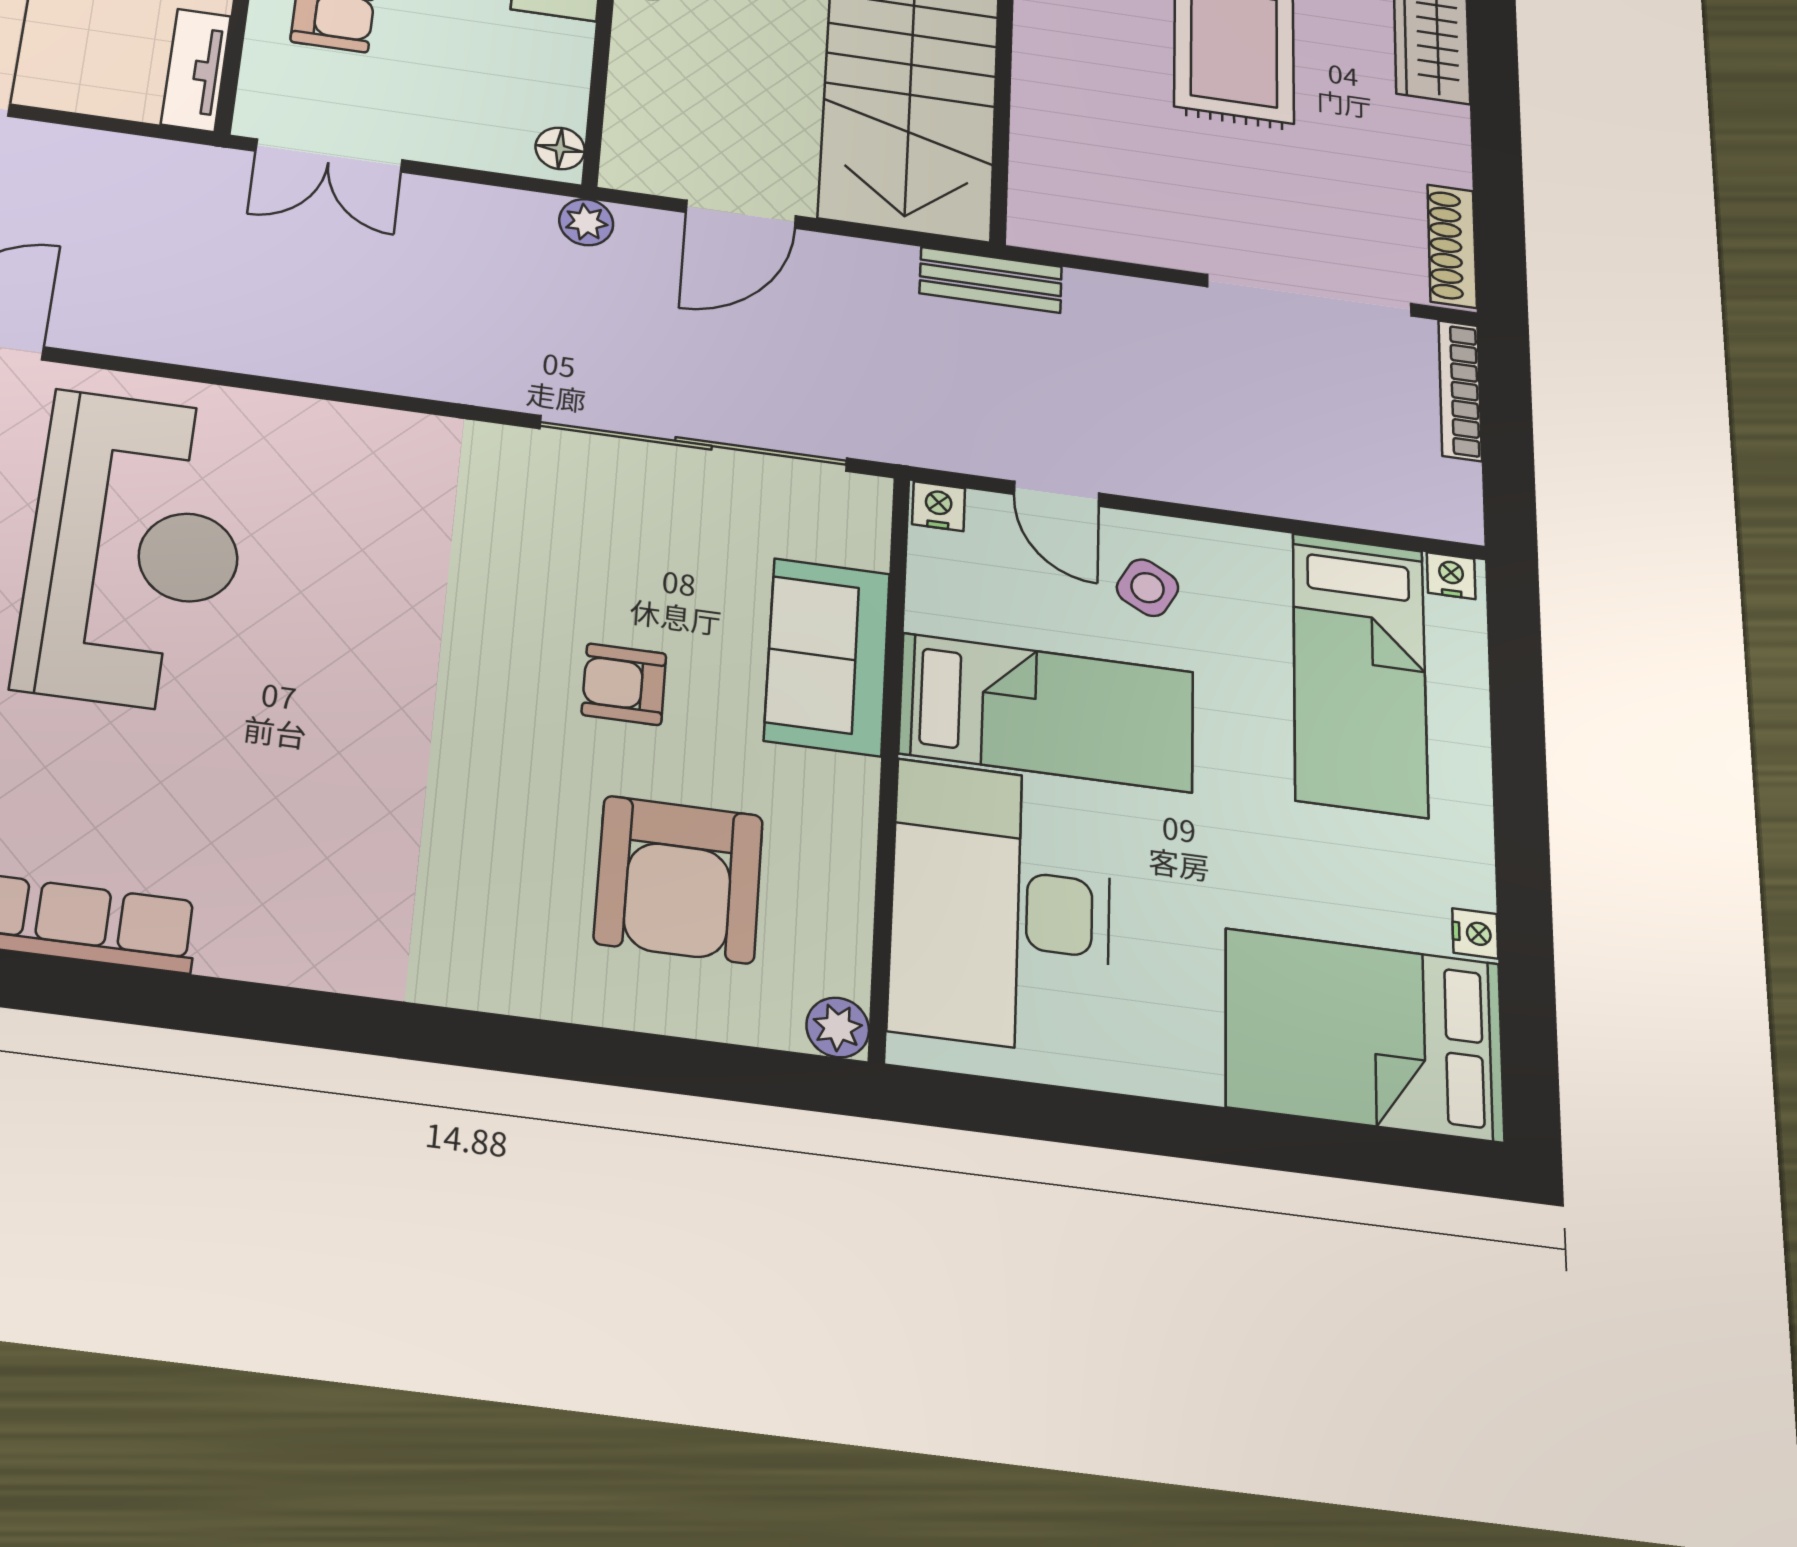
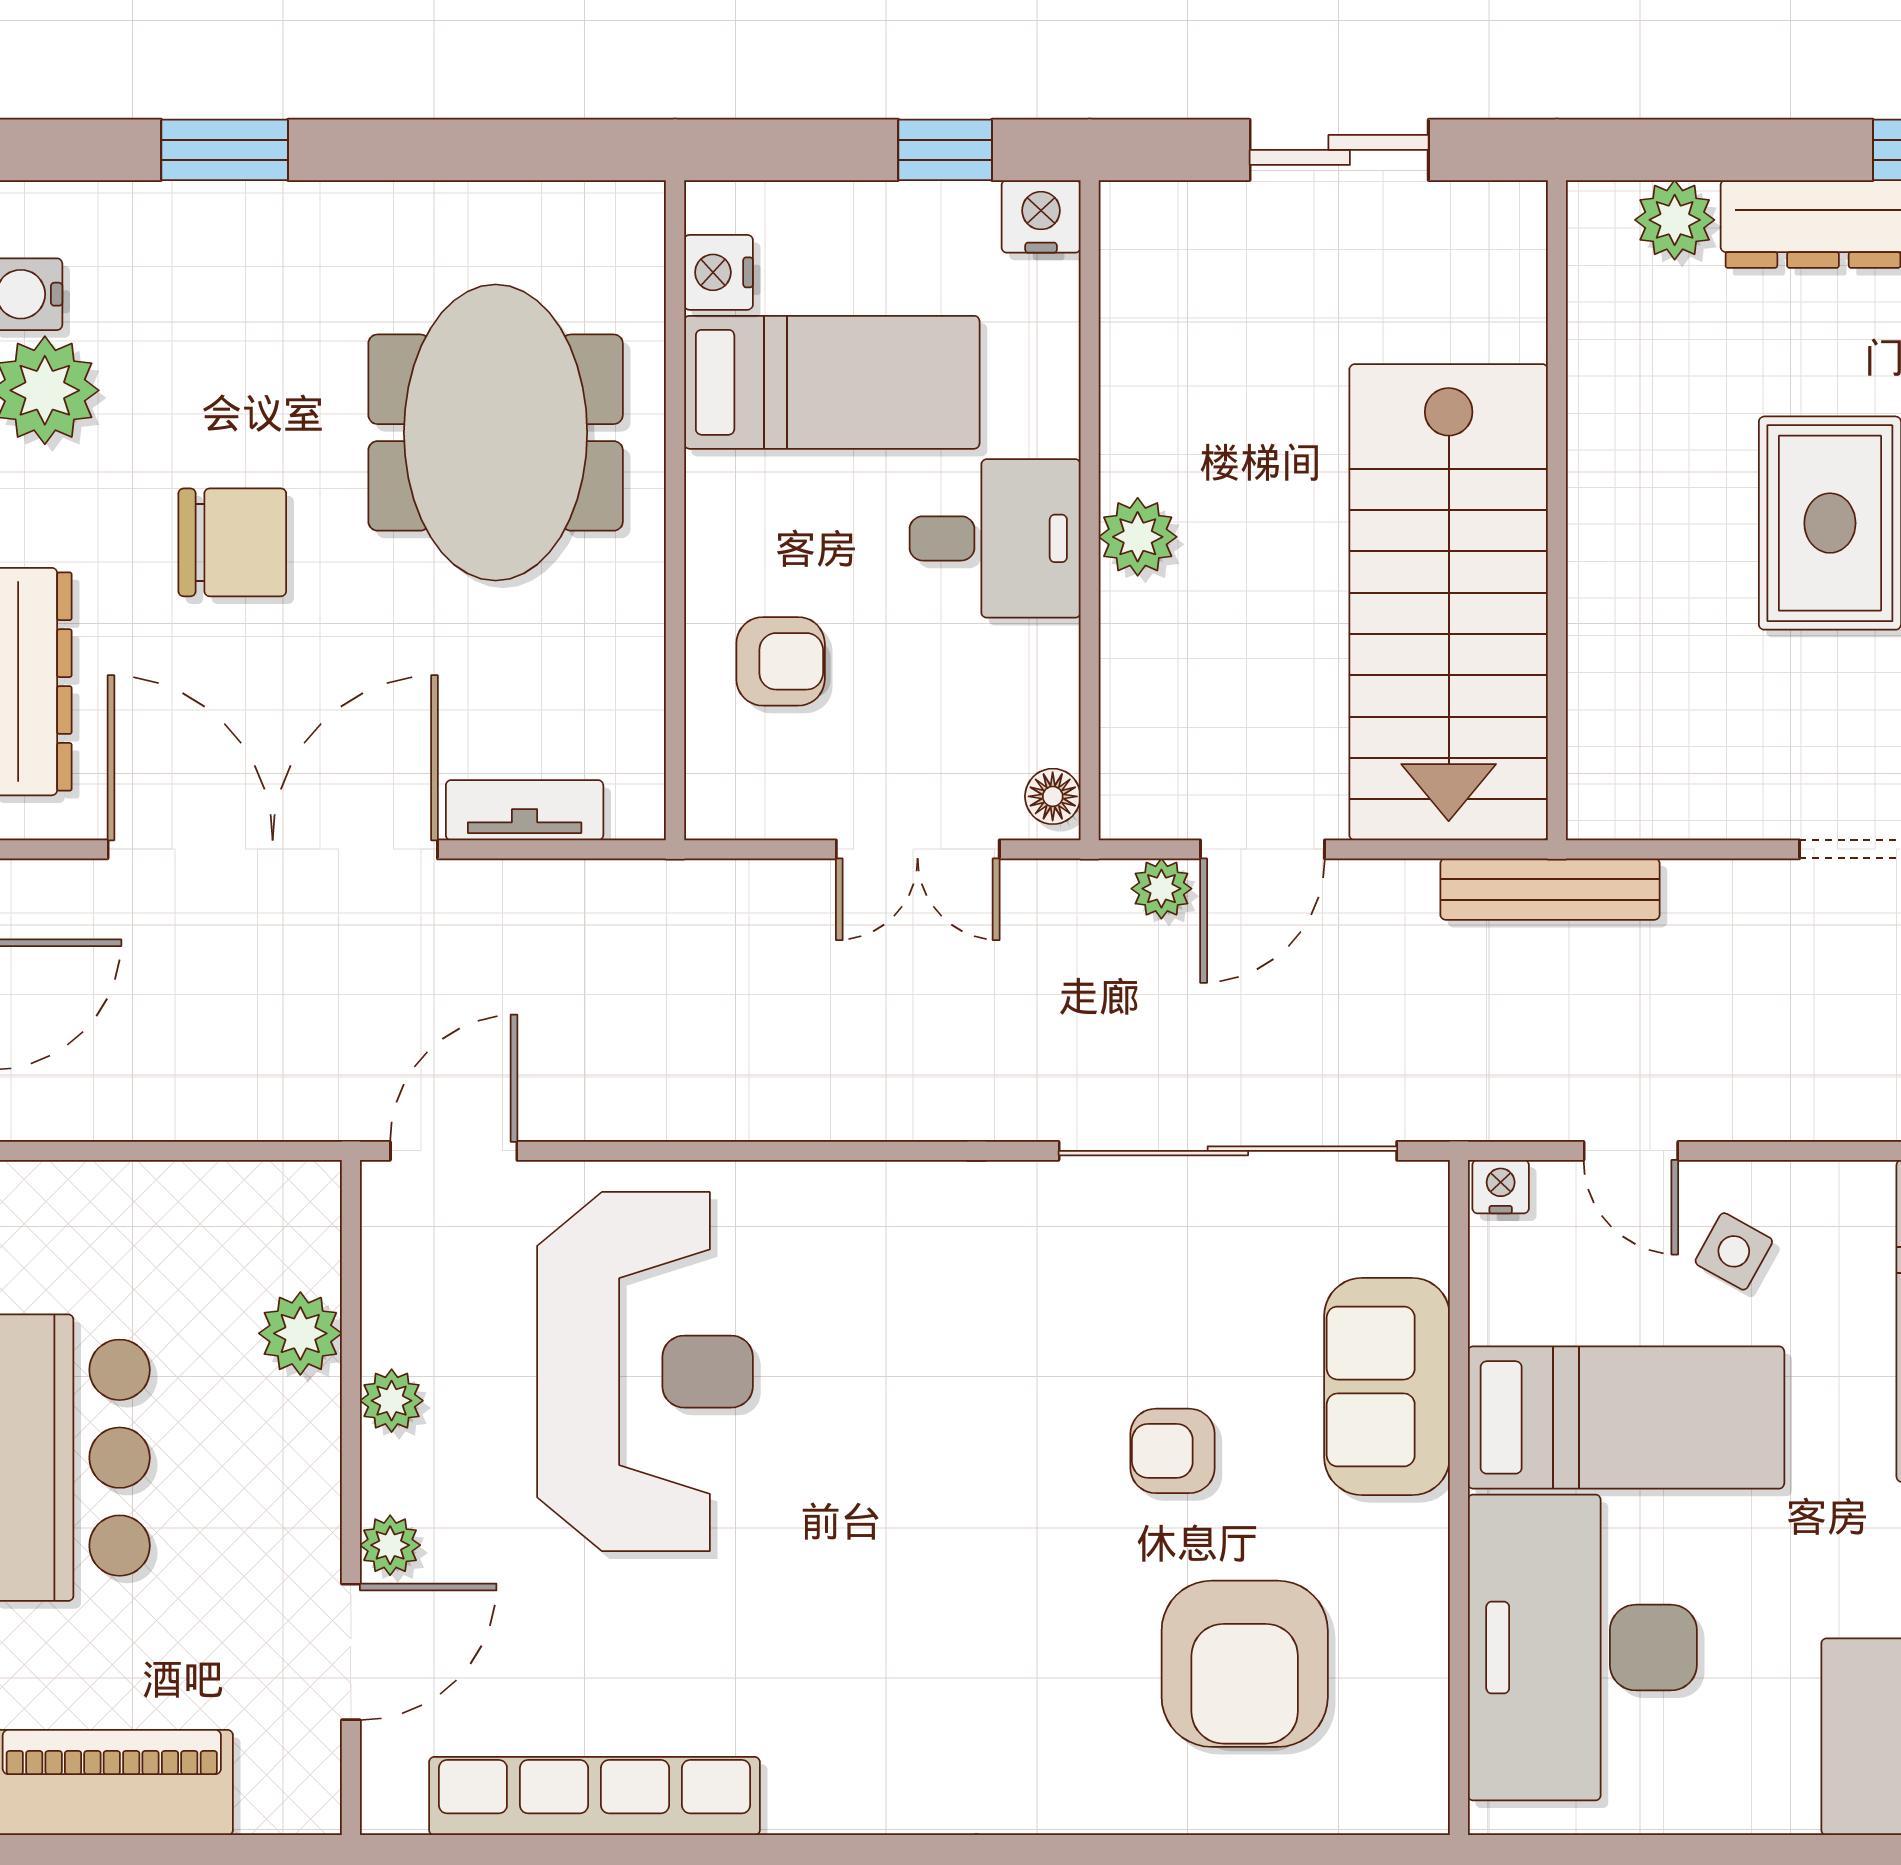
tv unit: (196, 70) -> (525, 810), moved, turned 90
double door: (329, 156) -> (918, 849), moved
plant: (586, 222) -> (1161, 889), moved
bench: (991, 280) -> (1550, 889), width x1.36
plant: (838, 1027) -> (1418, 1803), removed

